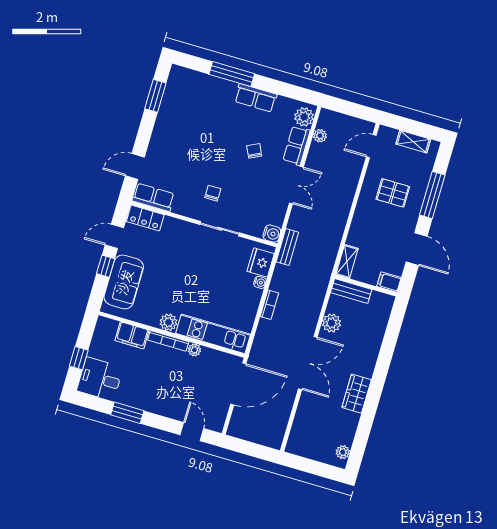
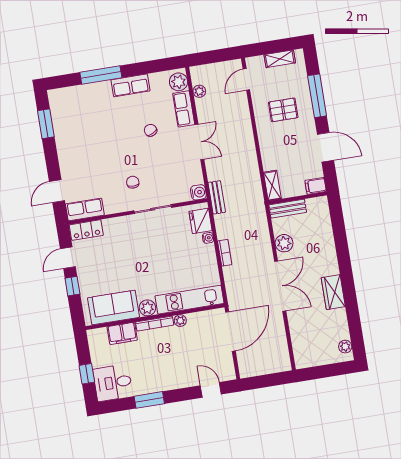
sofa: (124, 282) -> (114, 308), moved, turned -90

